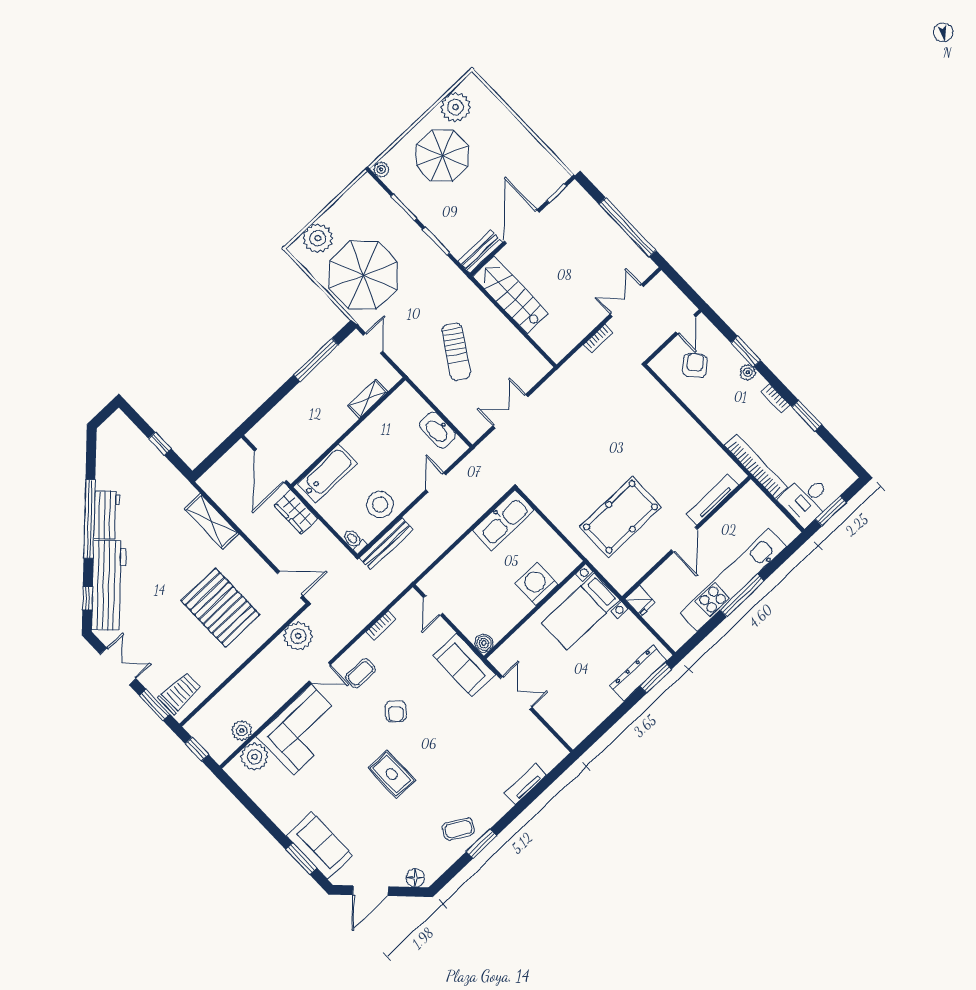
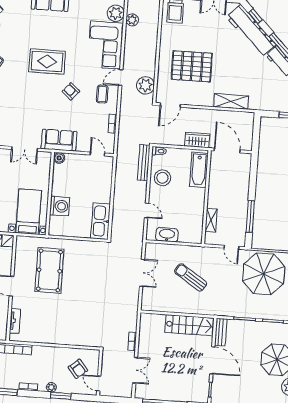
tv unit: (713, 499) -> (15, 321), width x0.71
rug: (392, 774) -> (47, 62), width x1.36, depth x1.43

